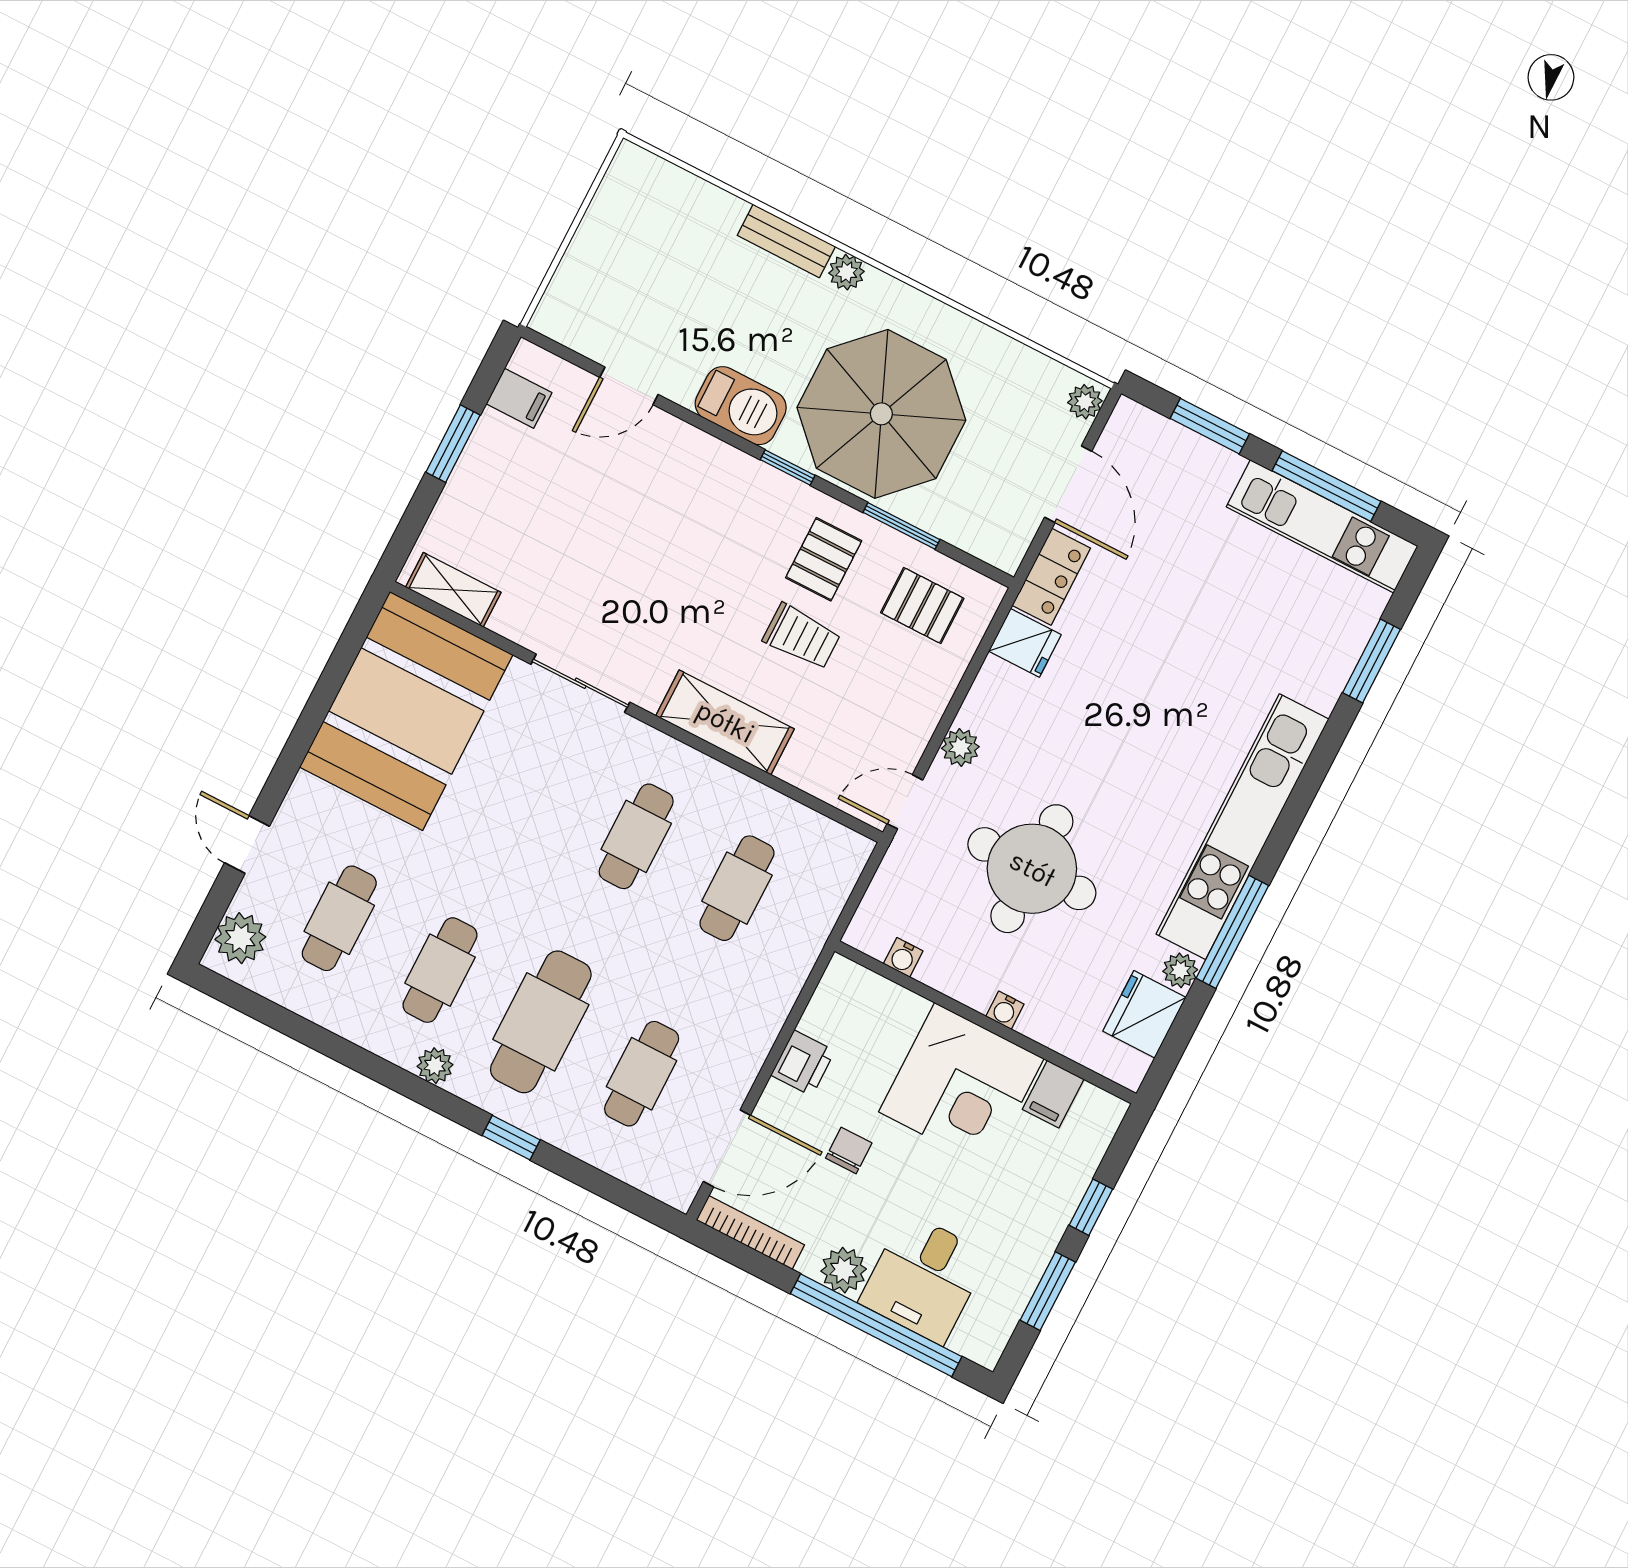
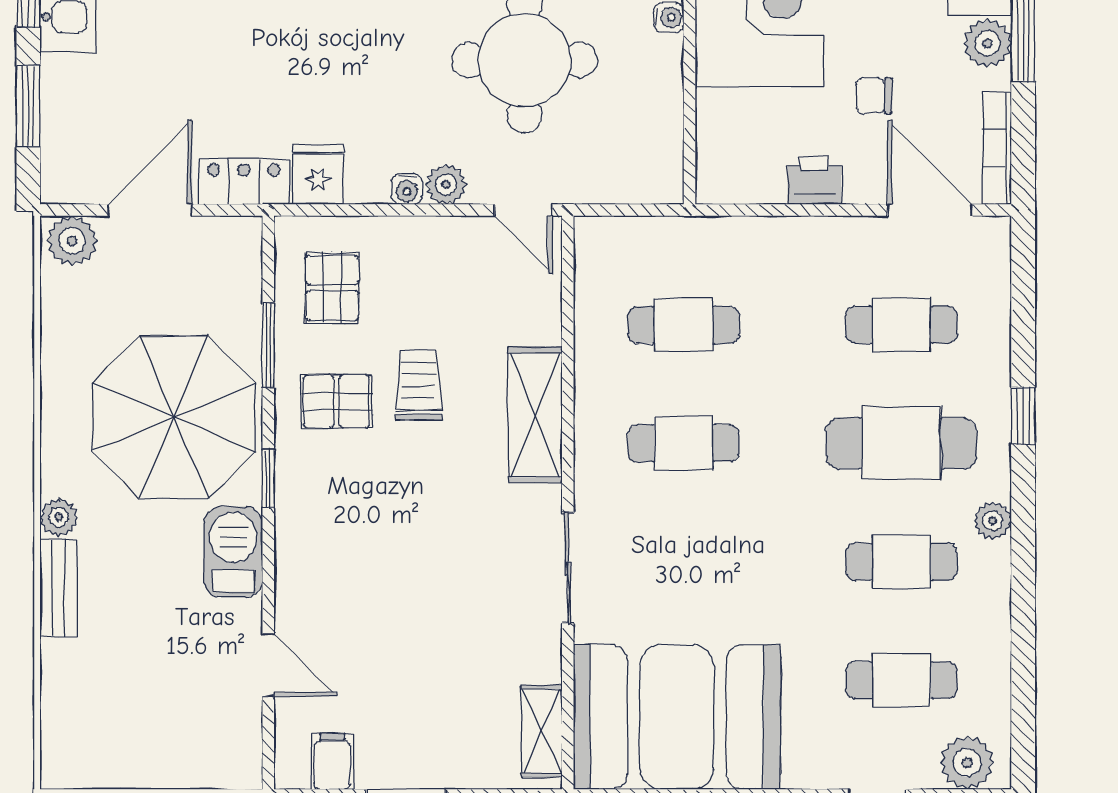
plant: (1085, 402) -> (72, 241), width x1.38, depth x1.38
water cooler: (903, 957) -> (407, 189), moved, turned 90

